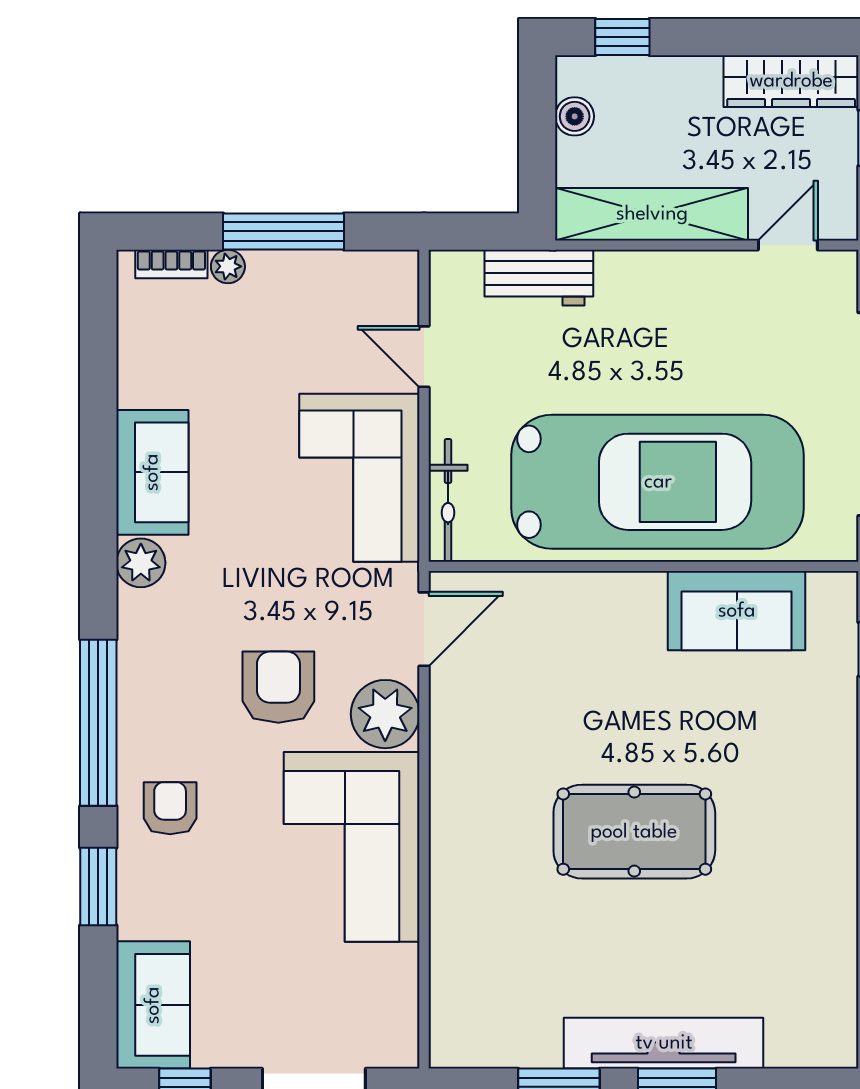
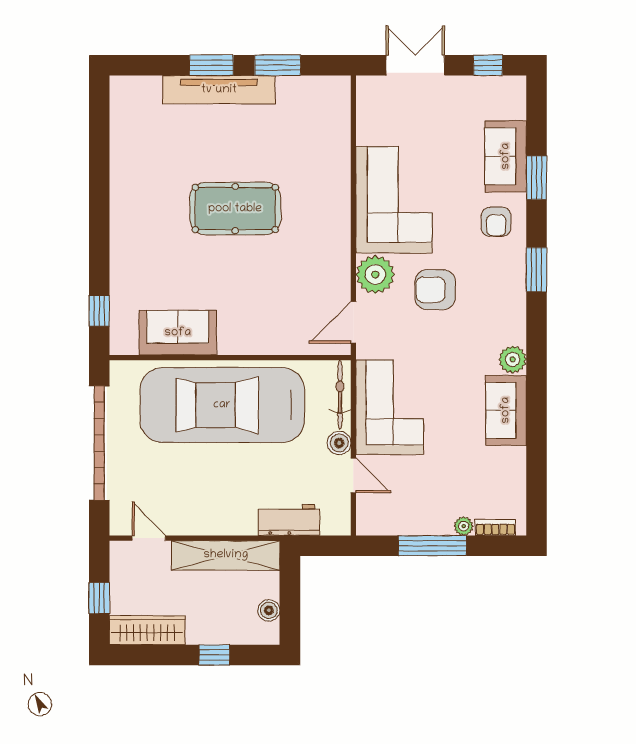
window: (622, 37) -> (214, 655), moved
door: (788, 245) -> (149, 538), swing flipped
boiler: (449, 414) -> (339, 443), added
armchair: (278, 687) -> (435, 290), turned 90
window: (98, 723) -> (536, 270), width x0.47
sofa: (153, 1005) -> (506, 156), moved

